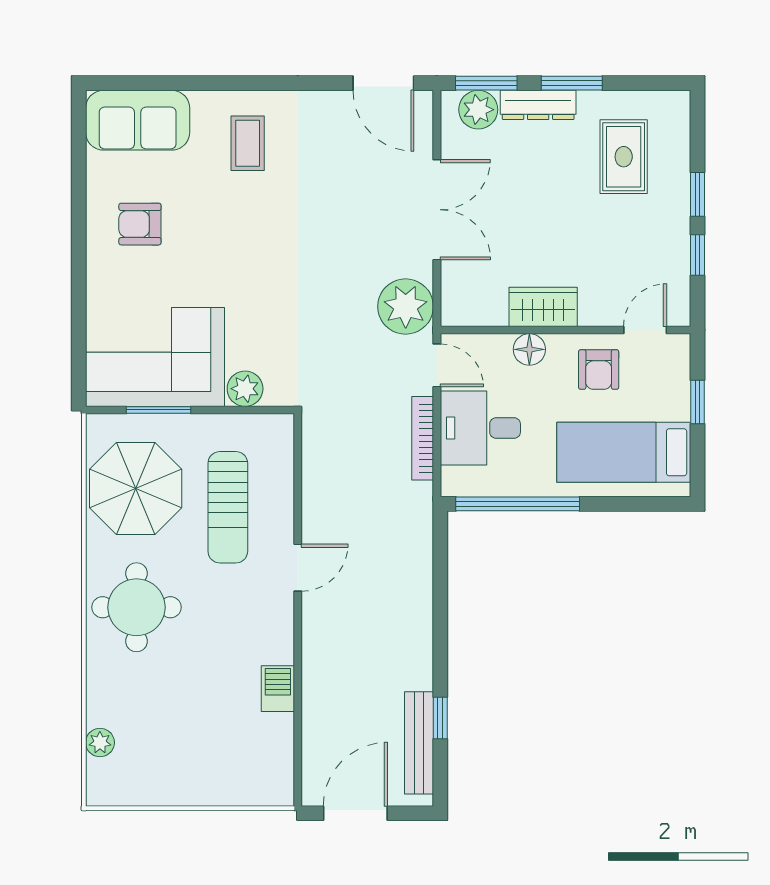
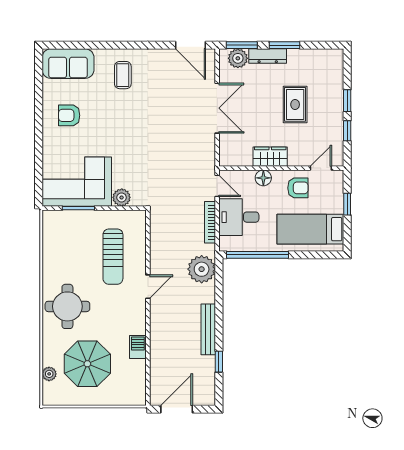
rug: (624, 157) -> (295, 104), moved
plant: (406, 307) -> (202, 269), moved
armchair: (599, 370) -> (298, 188), turned -90
parasol: (136, 488) -> (87, 364), moved
bench: (419, 743) -> (208, 329), moved

